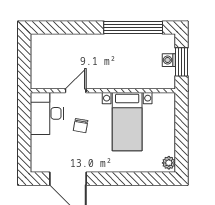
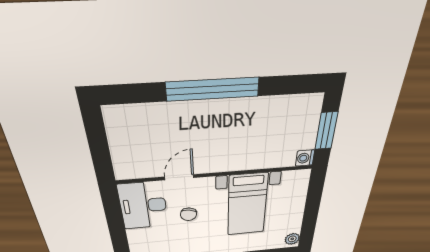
window: (133, 28) -> (213, 89), moved
washing machine: (169, 60) -> (305, 158), moved

